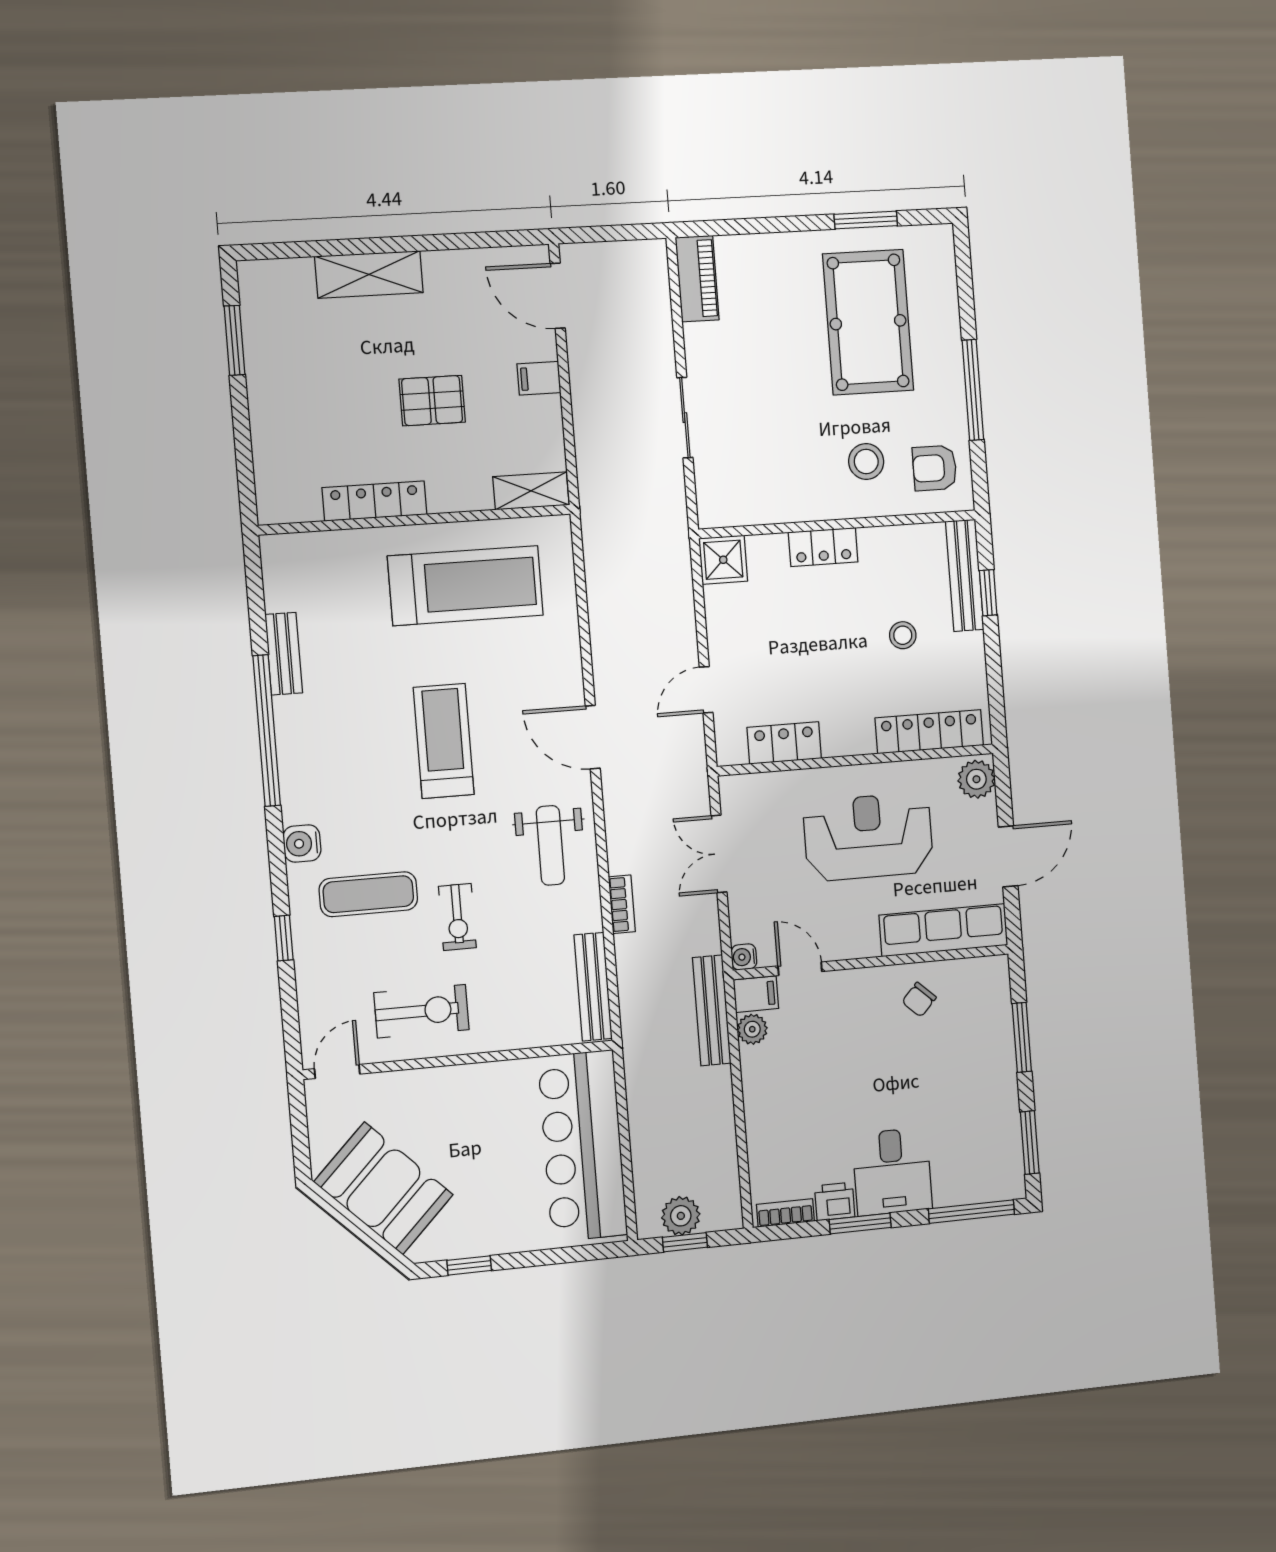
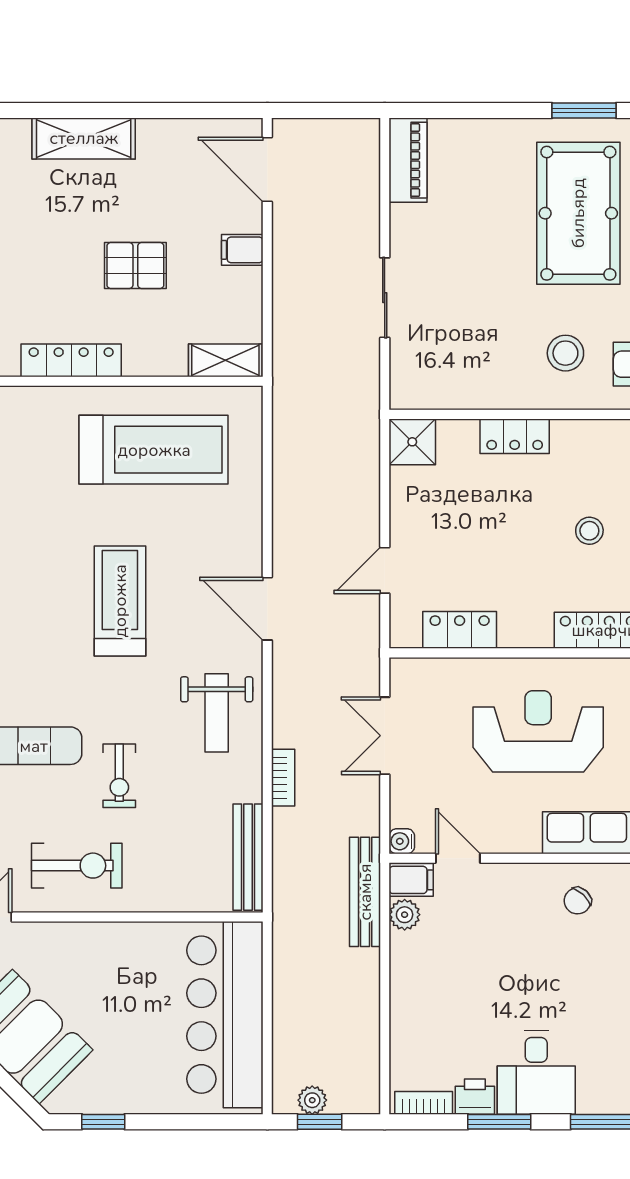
plant: (681, 1216) -> (312, 1100), width x0.73, depth x0.73

